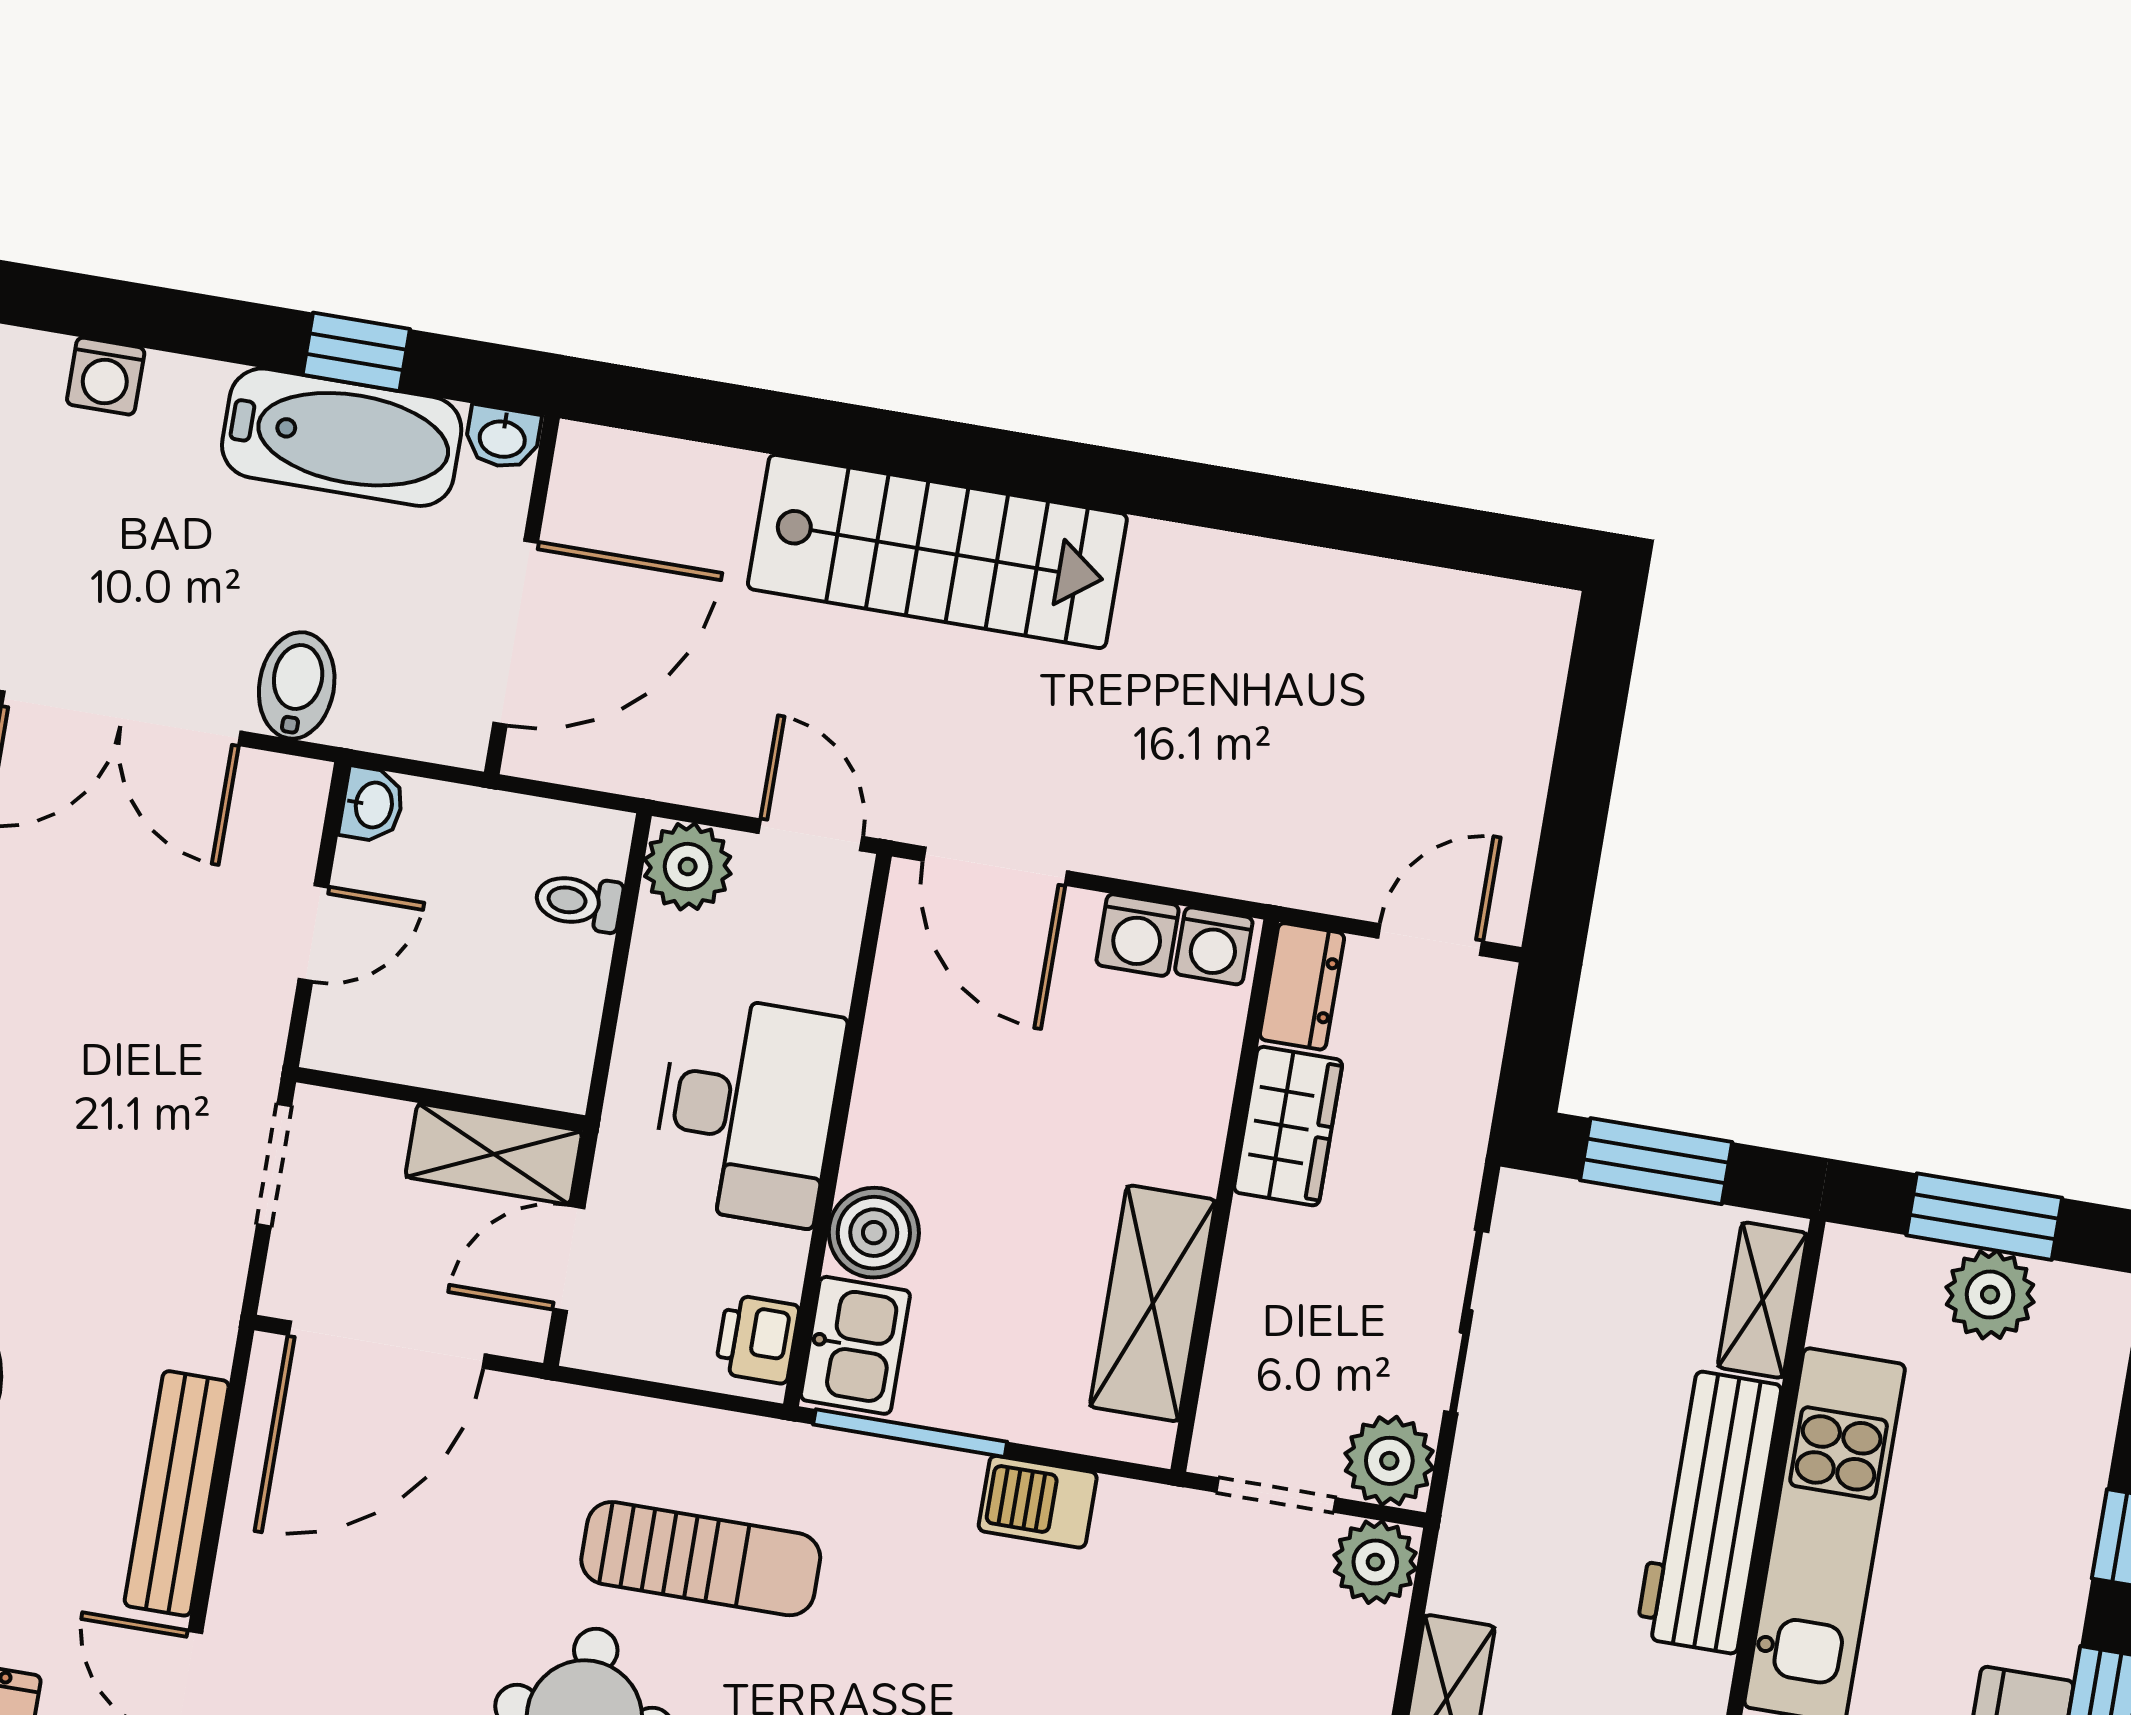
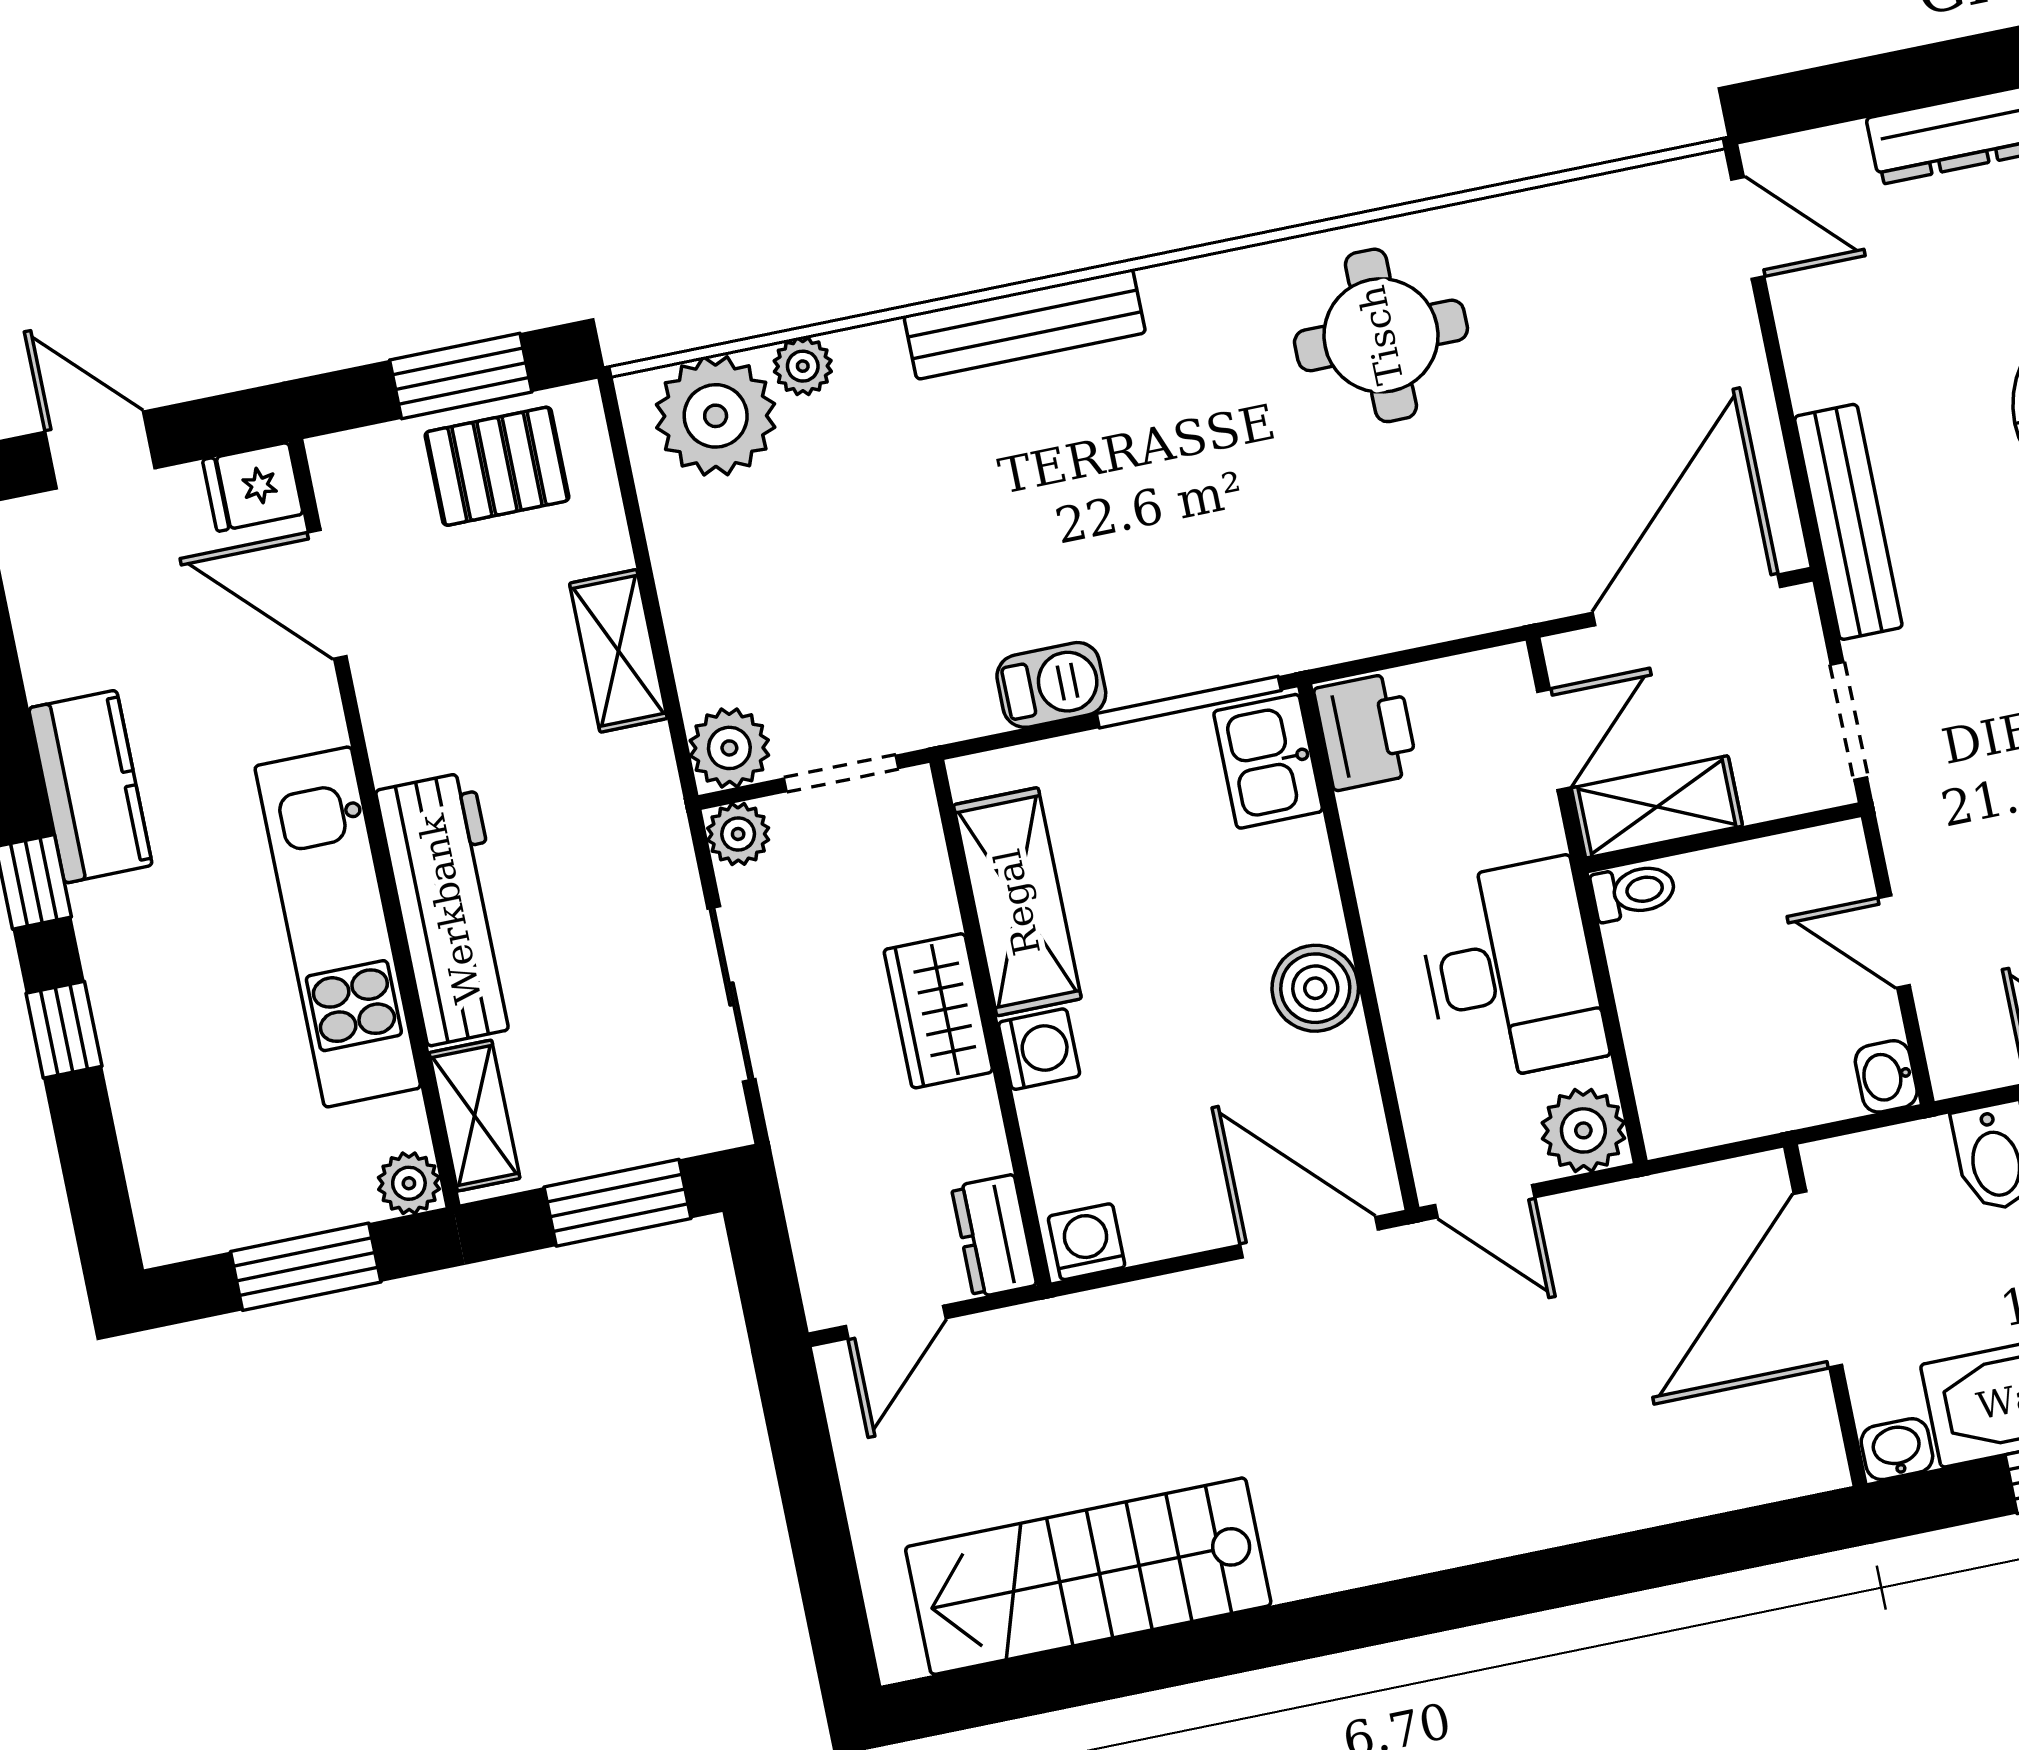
stairs: (937, 551) -> (1088, 1576), moved
toilet: (579, 902) -> (1634, 891), moved
door: (313, 933) -> (1894, 942), hinge flipped
washing machine: (1138, 935) -> (1039, 1049), moved, turned 90
desk: (747, 1110) -> (1511, 971), moved, turned 180
wardrobe: (1288, 1126) -> (938, 1011), moved
boiler: (874, 1233) -> (1315, 988), moved
plant: (1990, 1295) -> (409, 1183), moved, width x0.73, depth x0.73
printer: (757, 1339) -> (1366, 731), width x1.36, depth x1.24
plant: (1389, 1461) -> (738, 834), width x0.73, depth x0.73
bench: (177, 1493) -> (1848, 522), moved
sun lounger: (701, 1559) -> (1332, 518), removed

